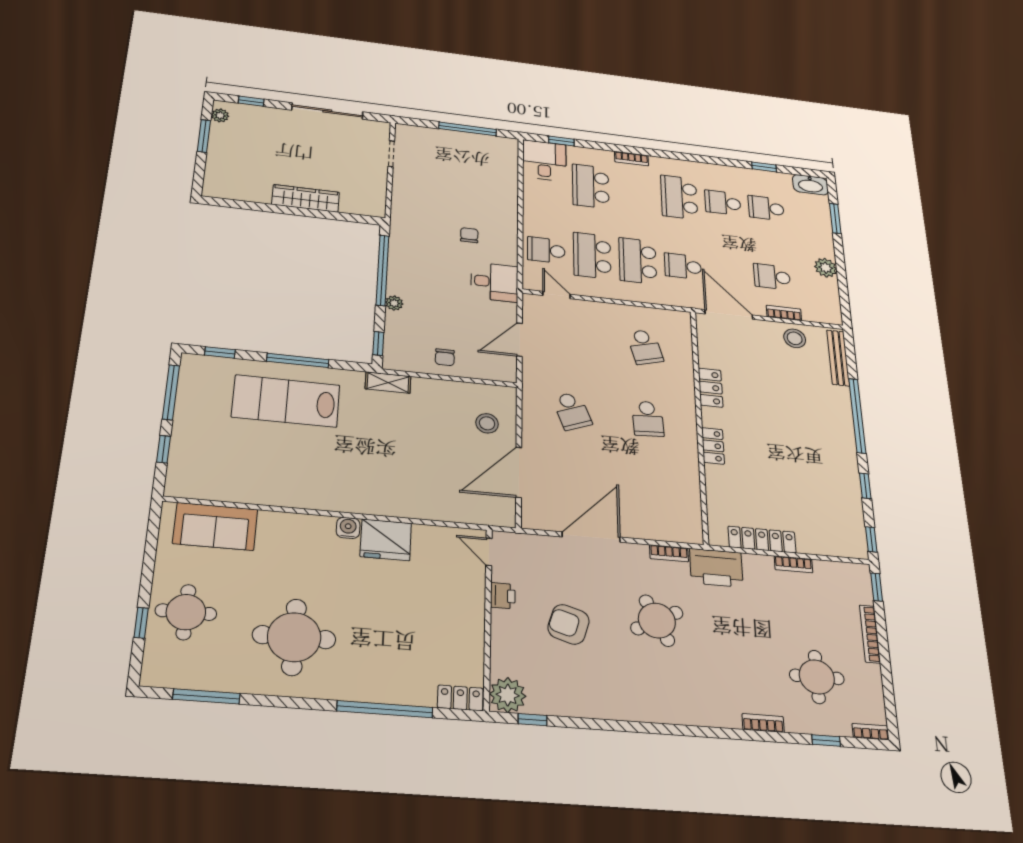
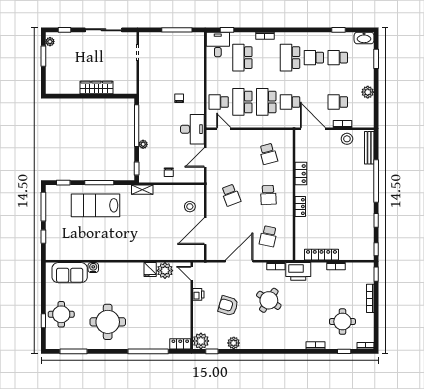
desk: (494, 282) -> (192, 129), width x1.37
school desk: (651, 494) -> (268, 236), added
water cooler: (348, 528) -> (93, 268), moved
fridge: (386, 540) -> (150, 270), width x0.53, depth x0.75
plant: (430, 541) -> (165, 271), added
round table: (657, 621) -> (269, 300), turned -30
plant: (582, 705) -> (234, 343), added

